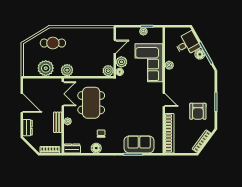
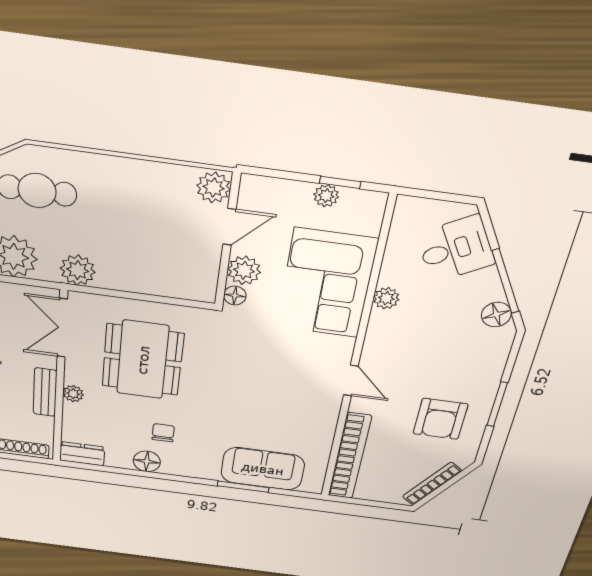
floor lamp: (200, 54) -> (496, 315), moved
plant: (108, 71) -> (214, 187), moved
double door: (63, 94) -> (62, 328), swing flipped

